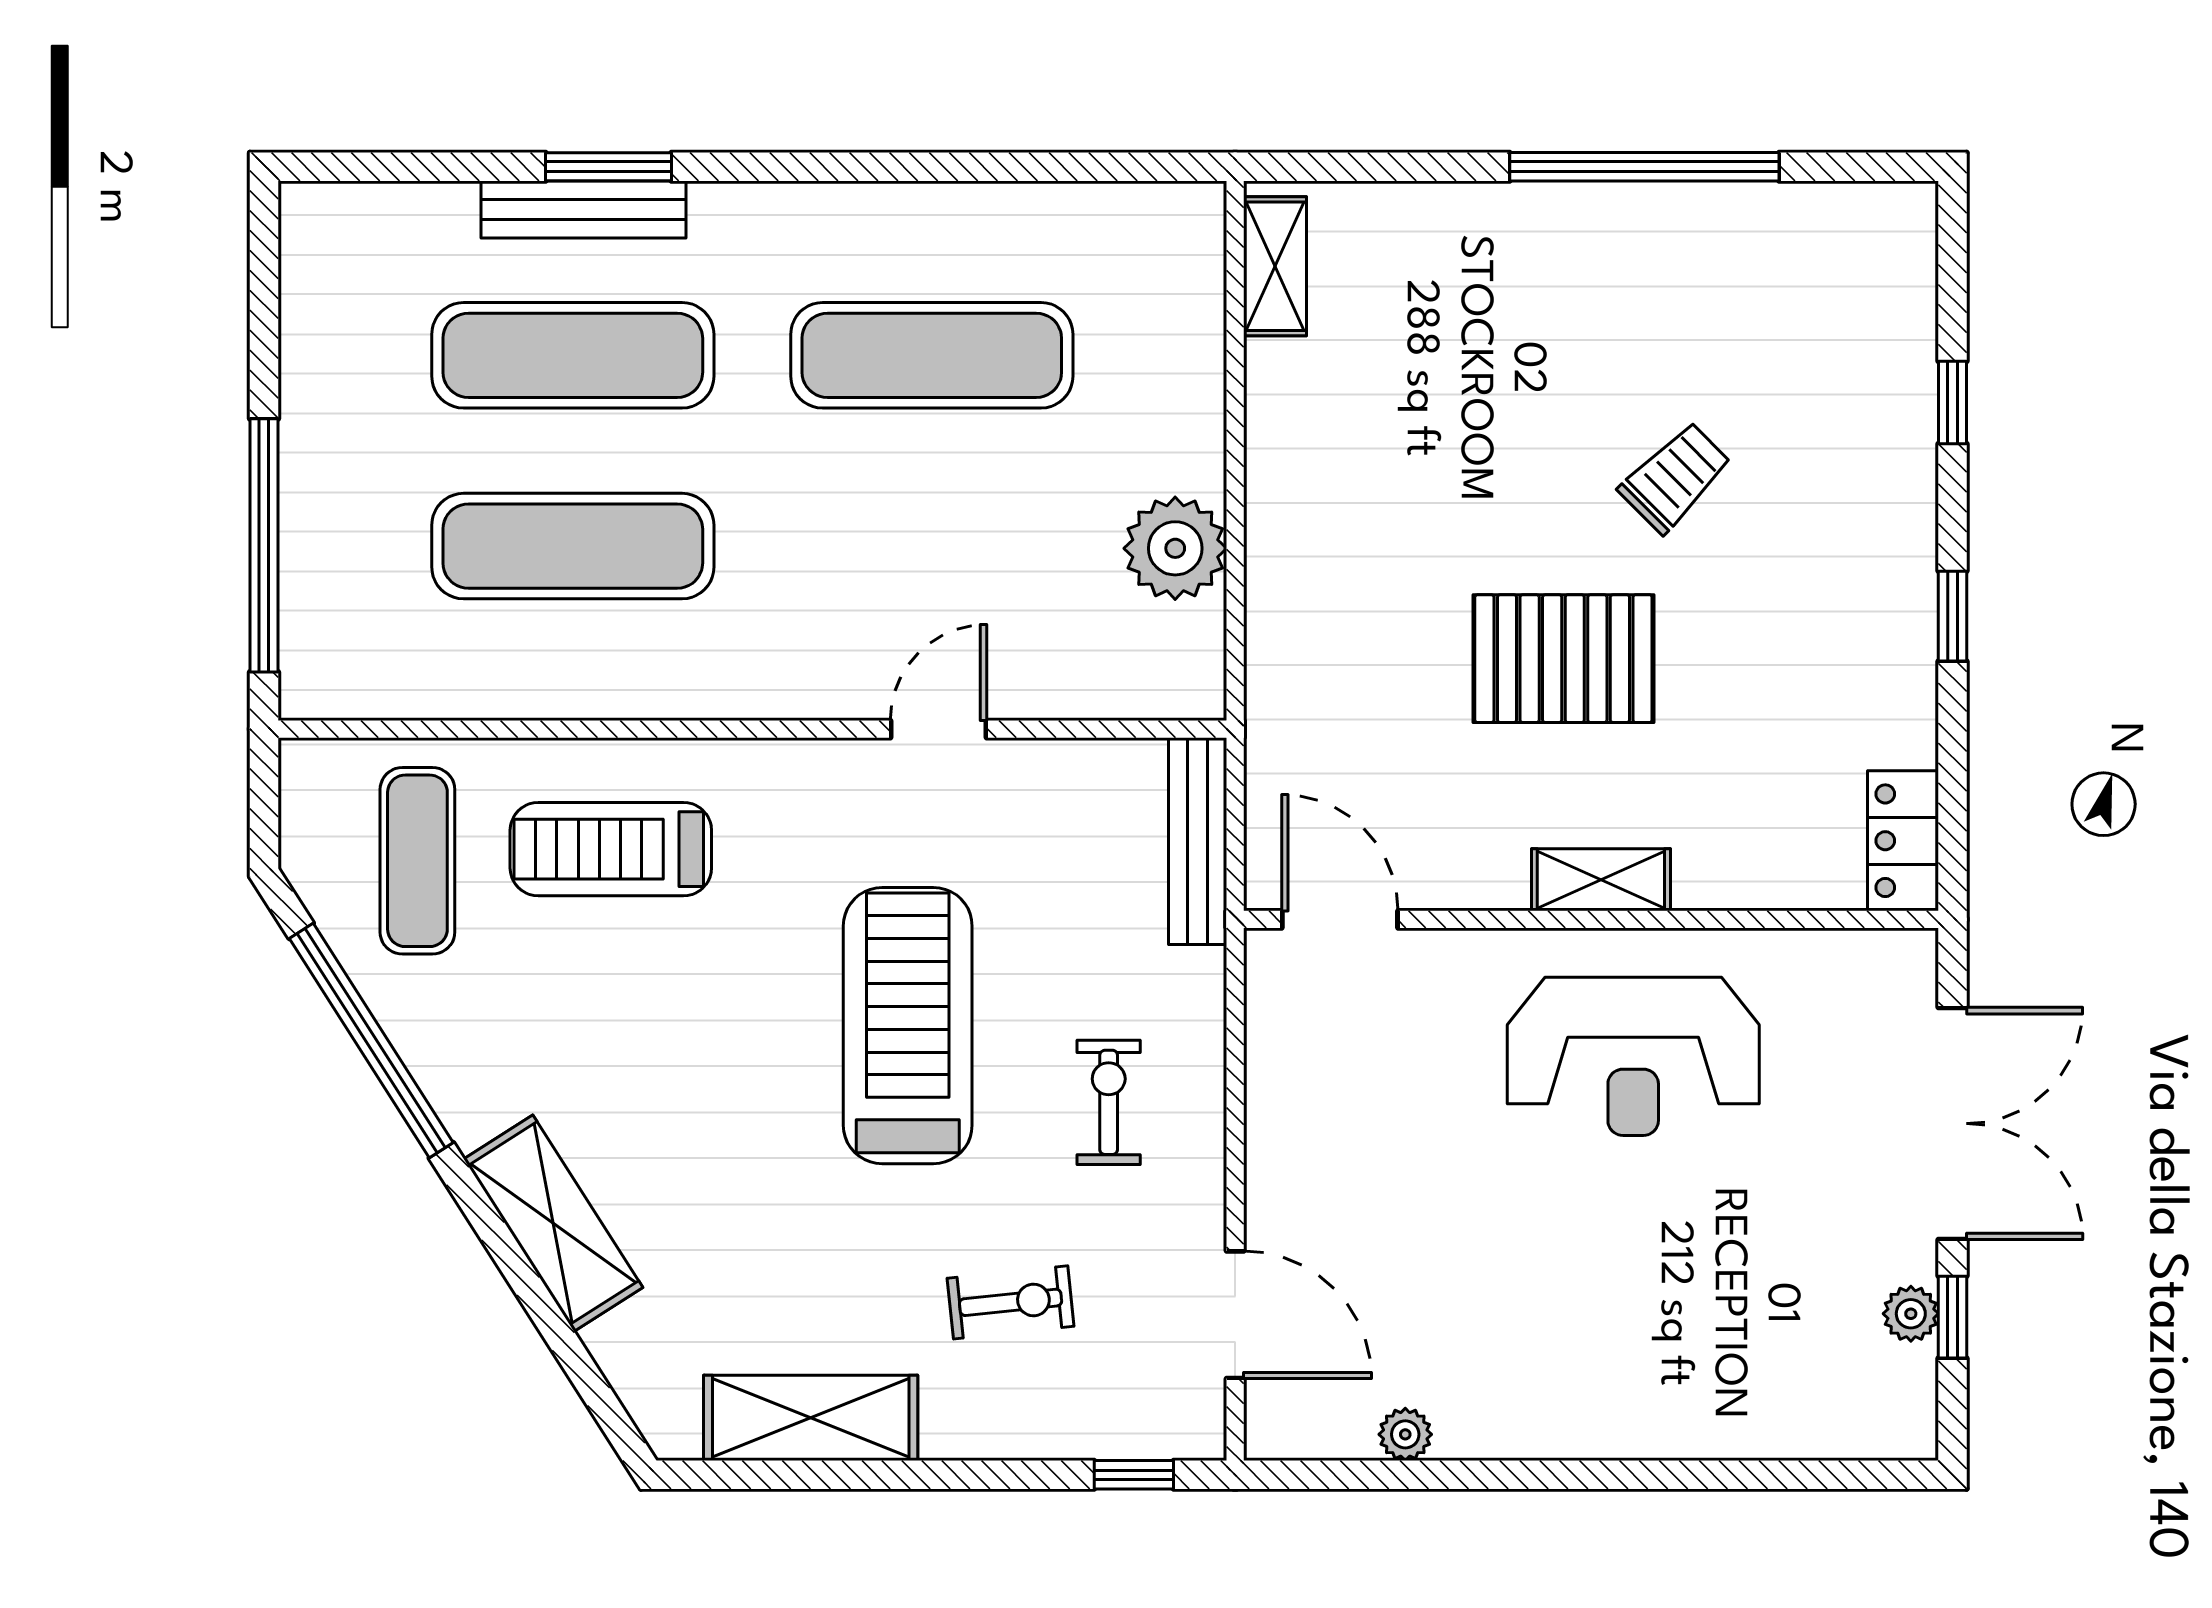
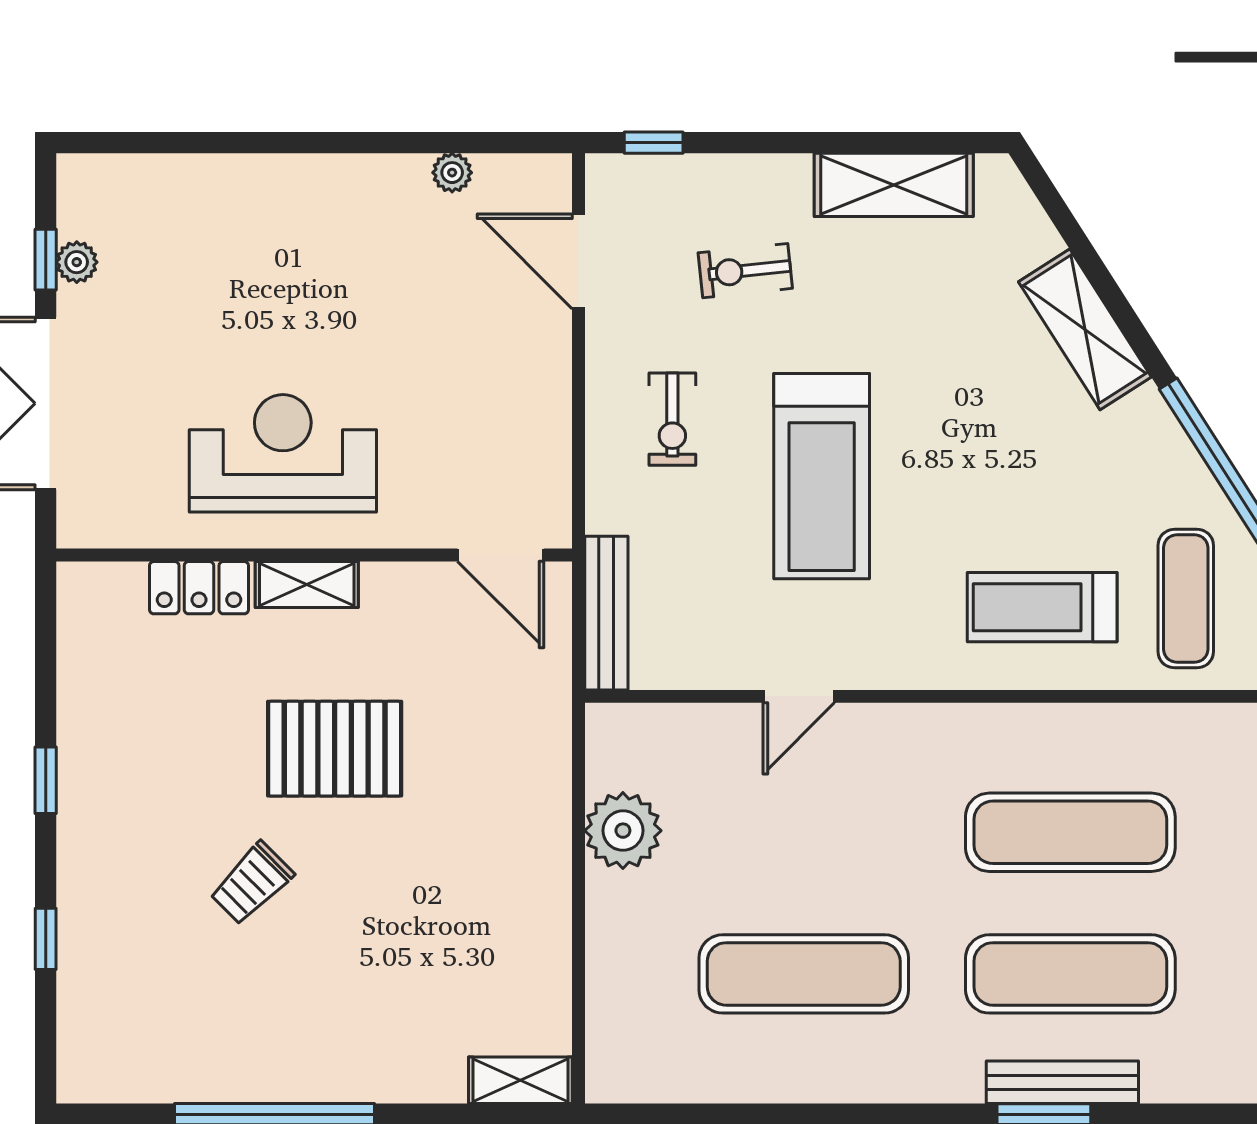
shelving: (1275, 266) -> (520, 1080), moved, turned 90
locker: (1903, 841) -> (199, 588), moved, turned 90
treadmill: (611, 849) -> (1042, 607), turned 180

